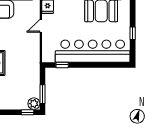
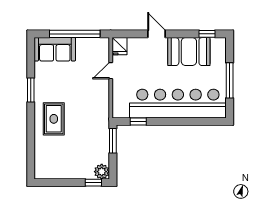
window: (133, 33) -> (230, 80), width x2.17
window: (42, 94) -> (113, 141), moved

